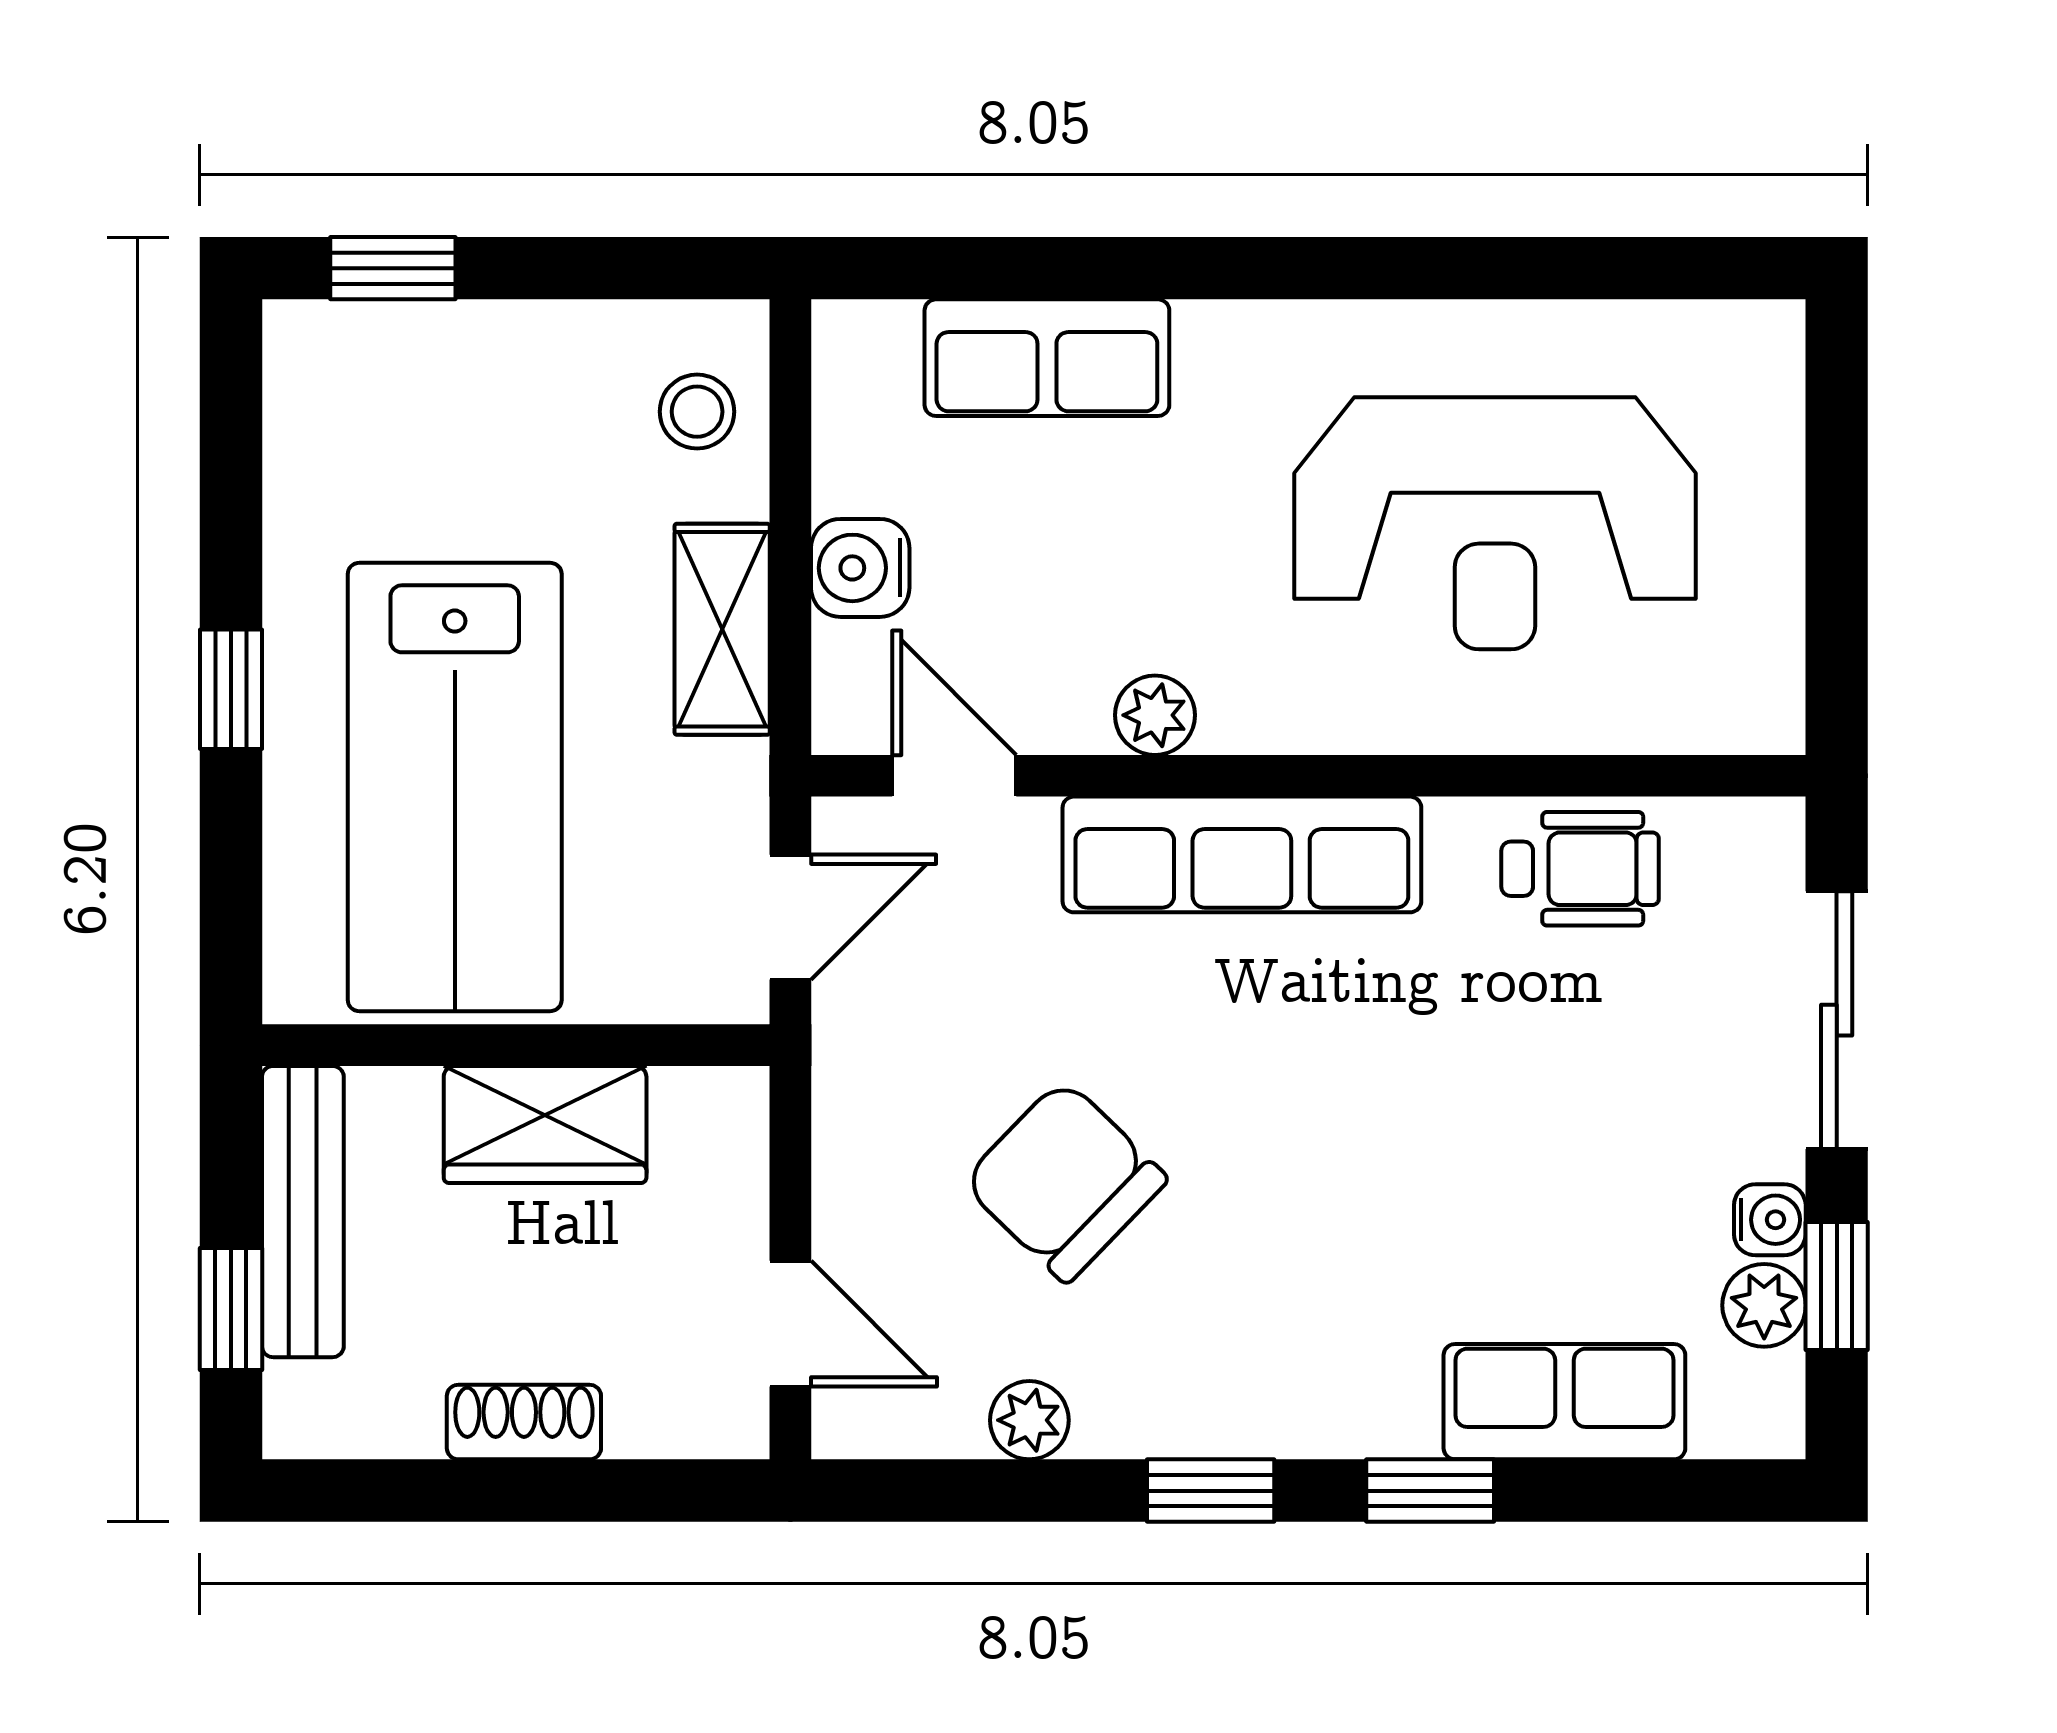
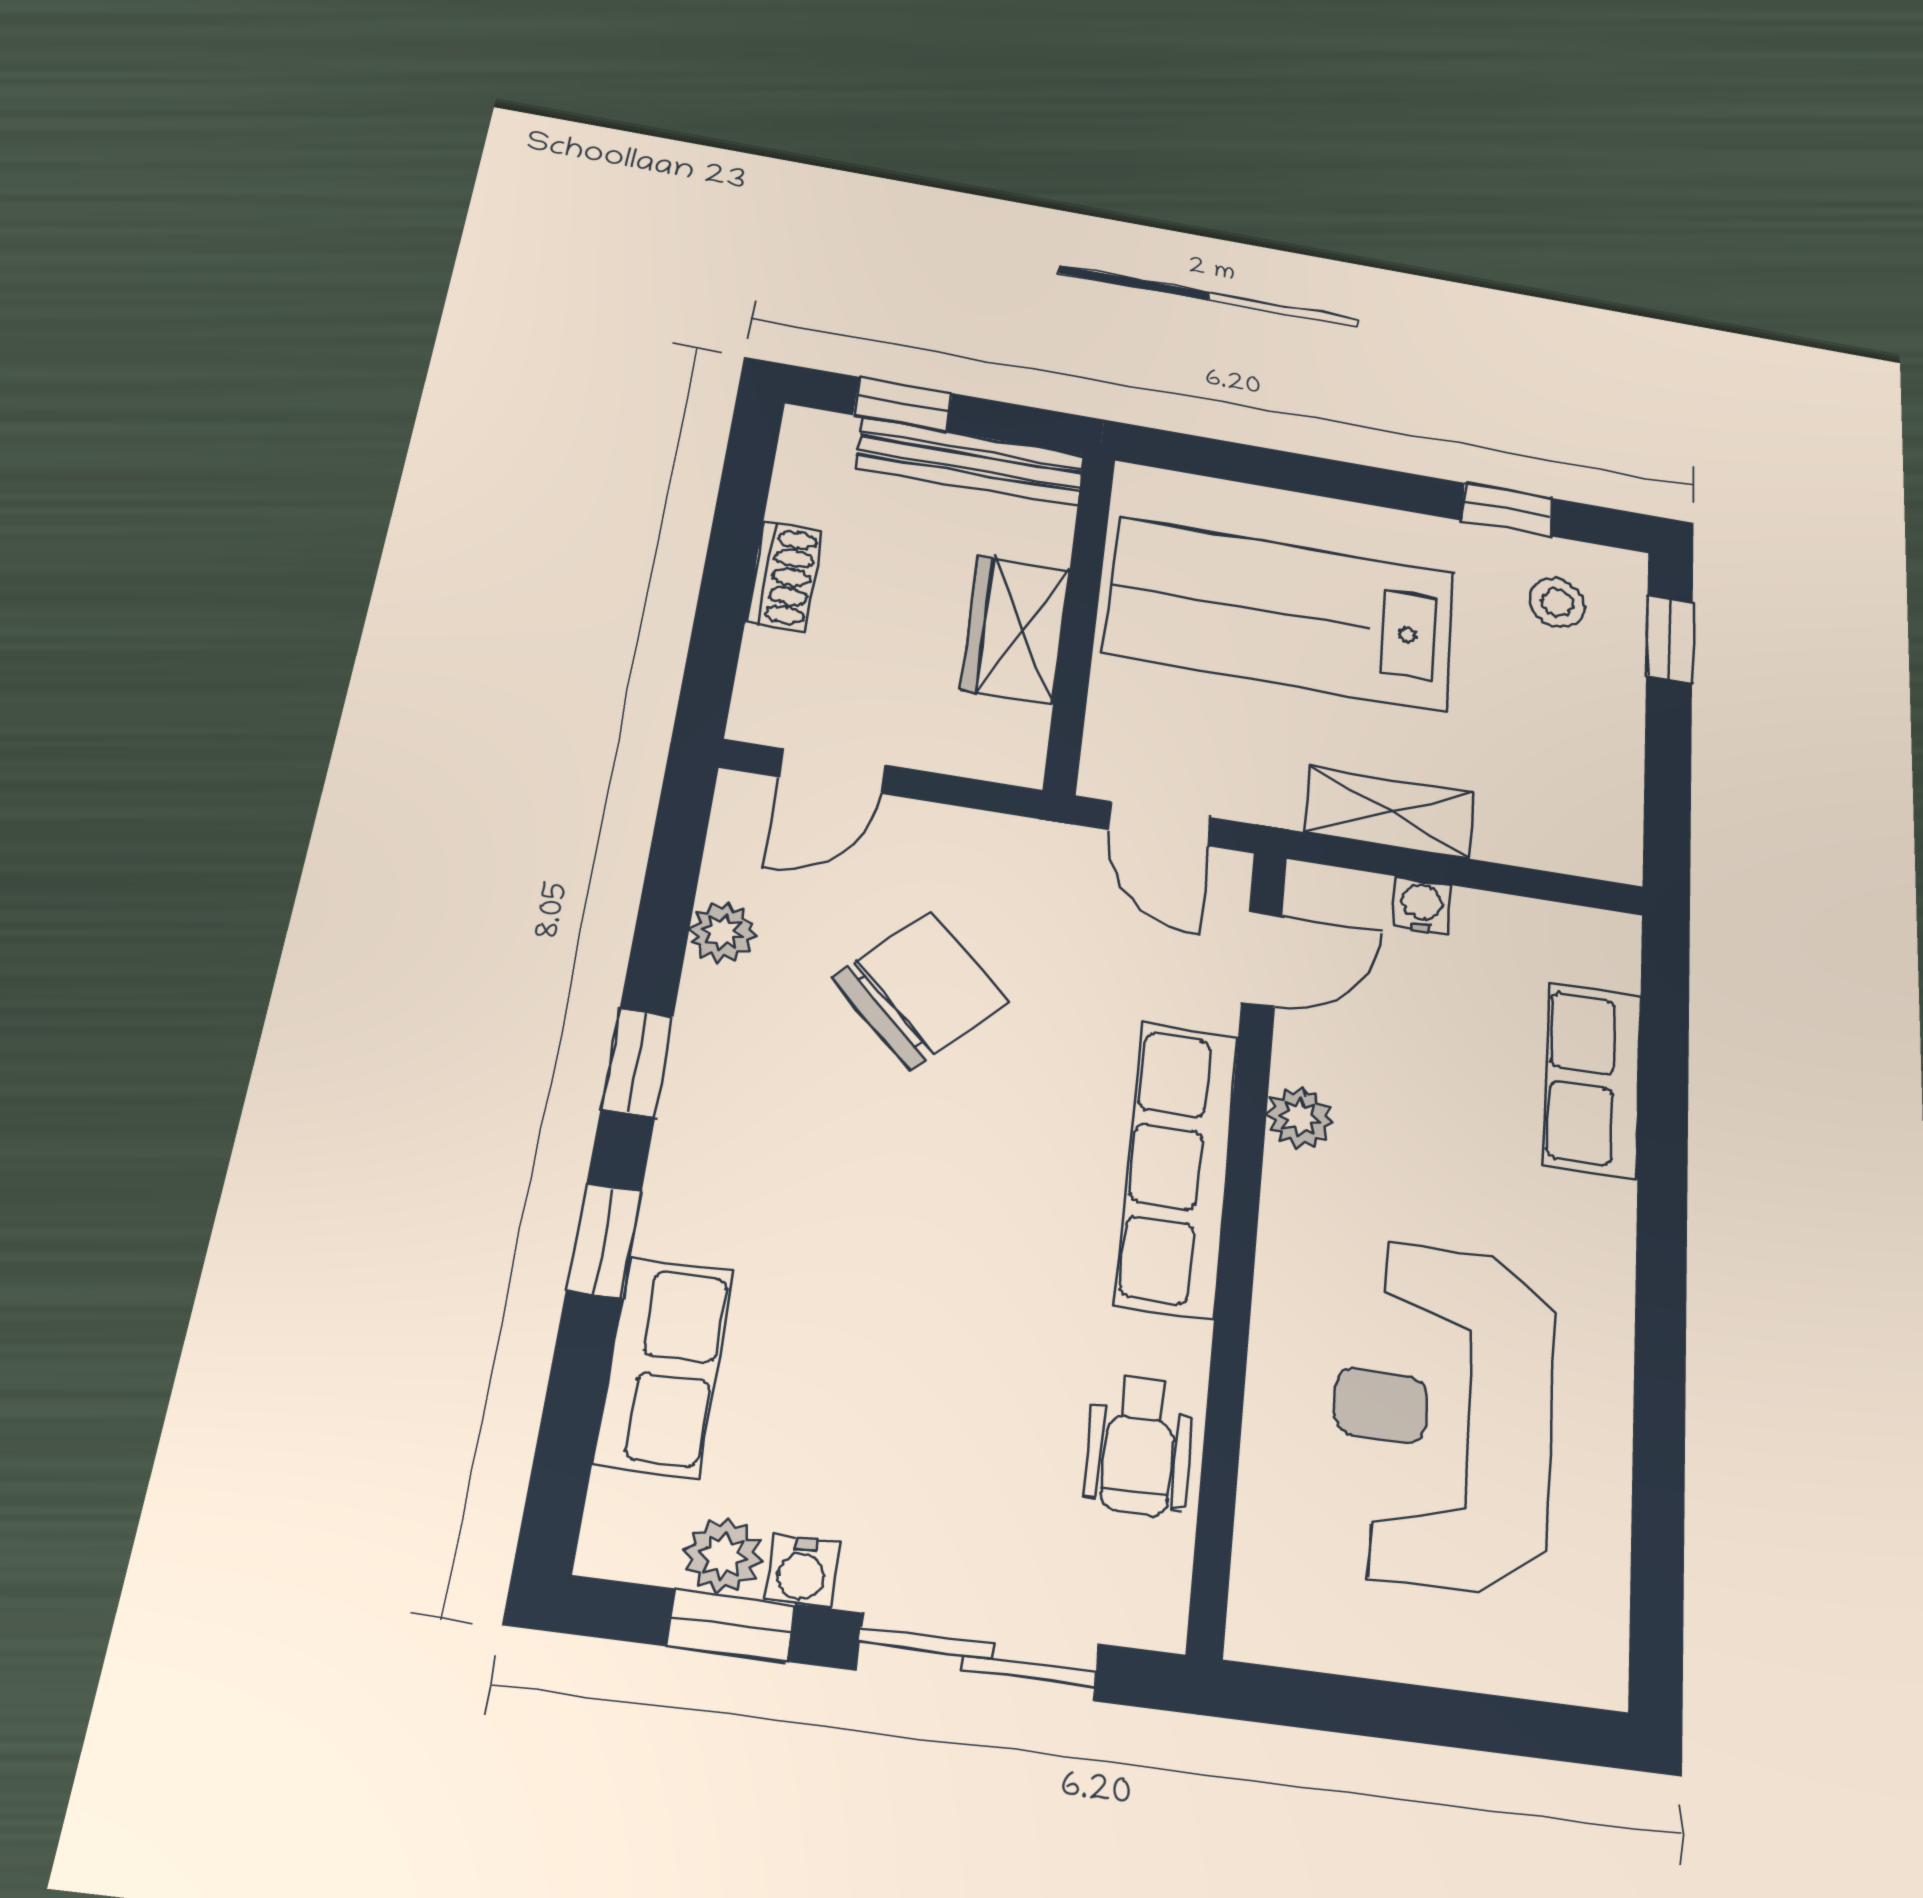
stool: (697, 412) -> (1557, 603), moved
water cooler: (860, 568) -> (1422, 906), width x0.72, depth x0.72
window: (231, 689) -> (1507, 509), moved

